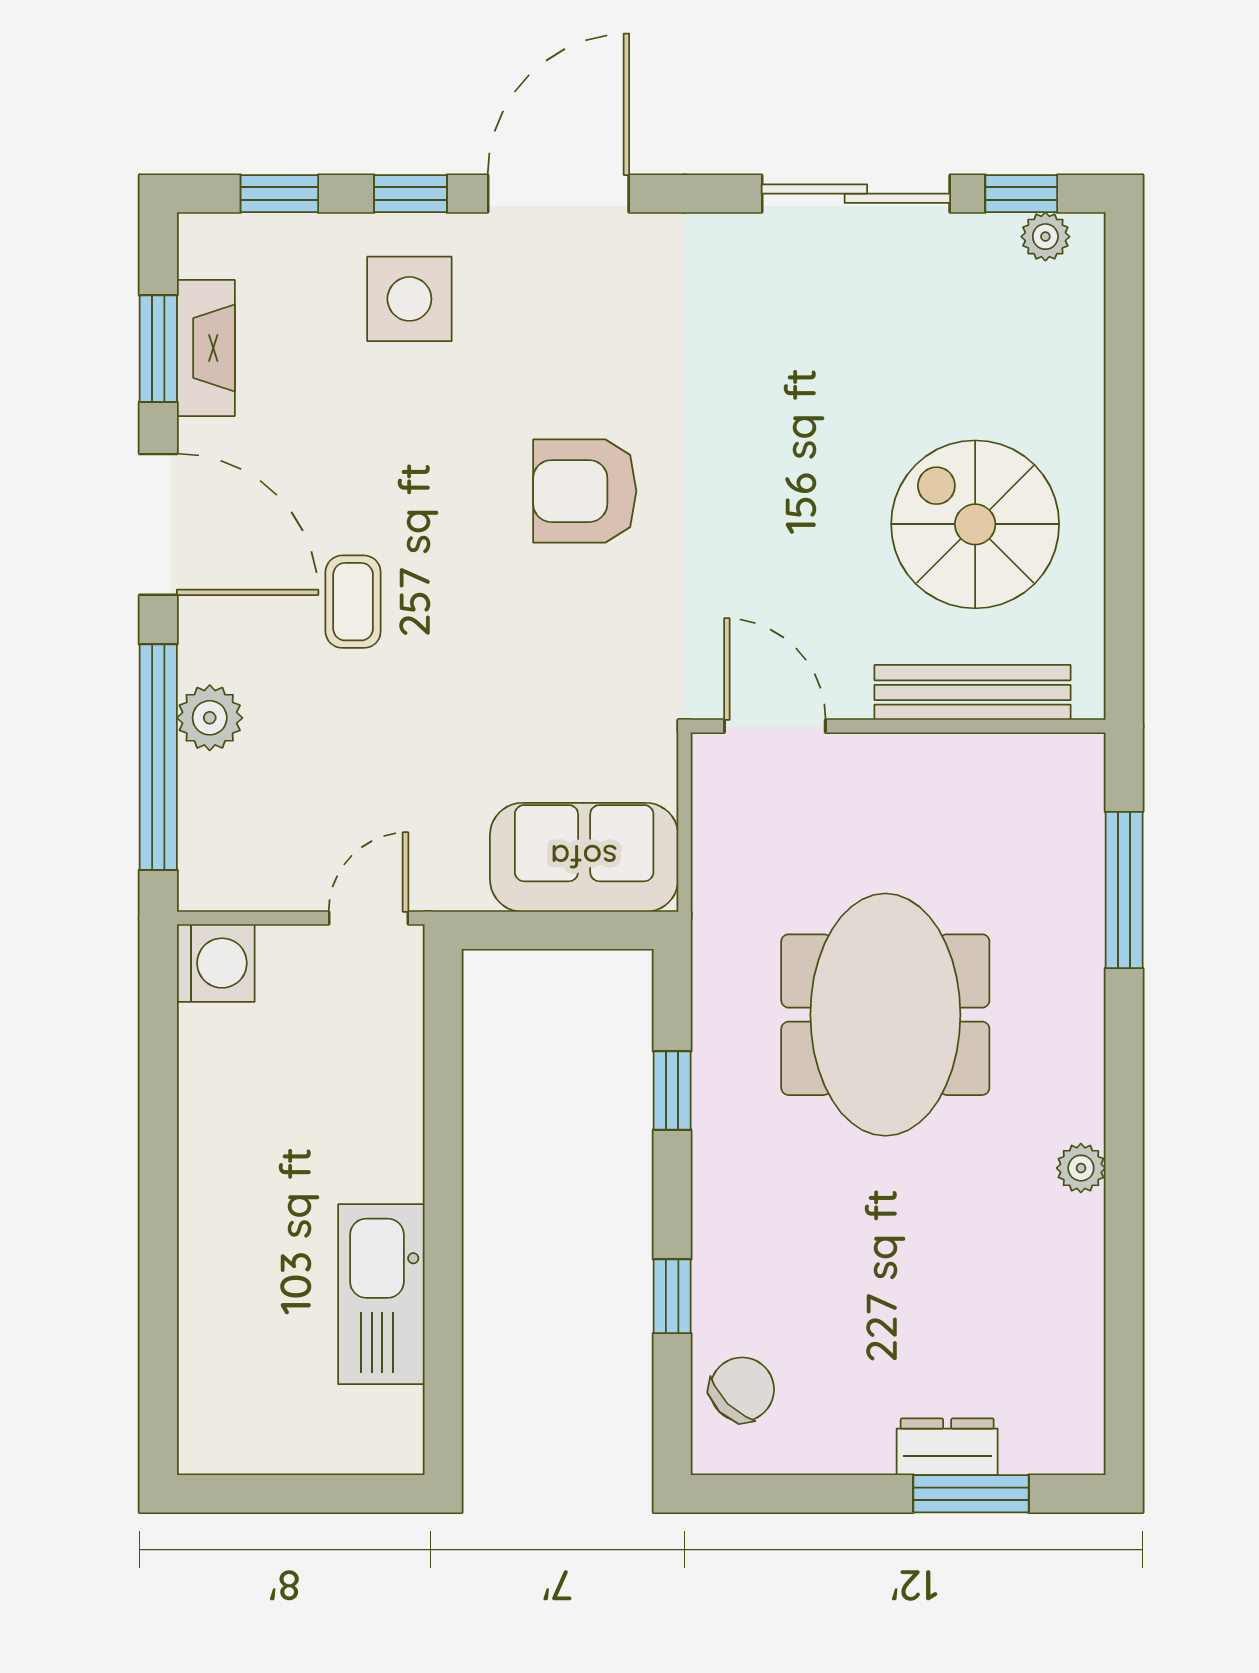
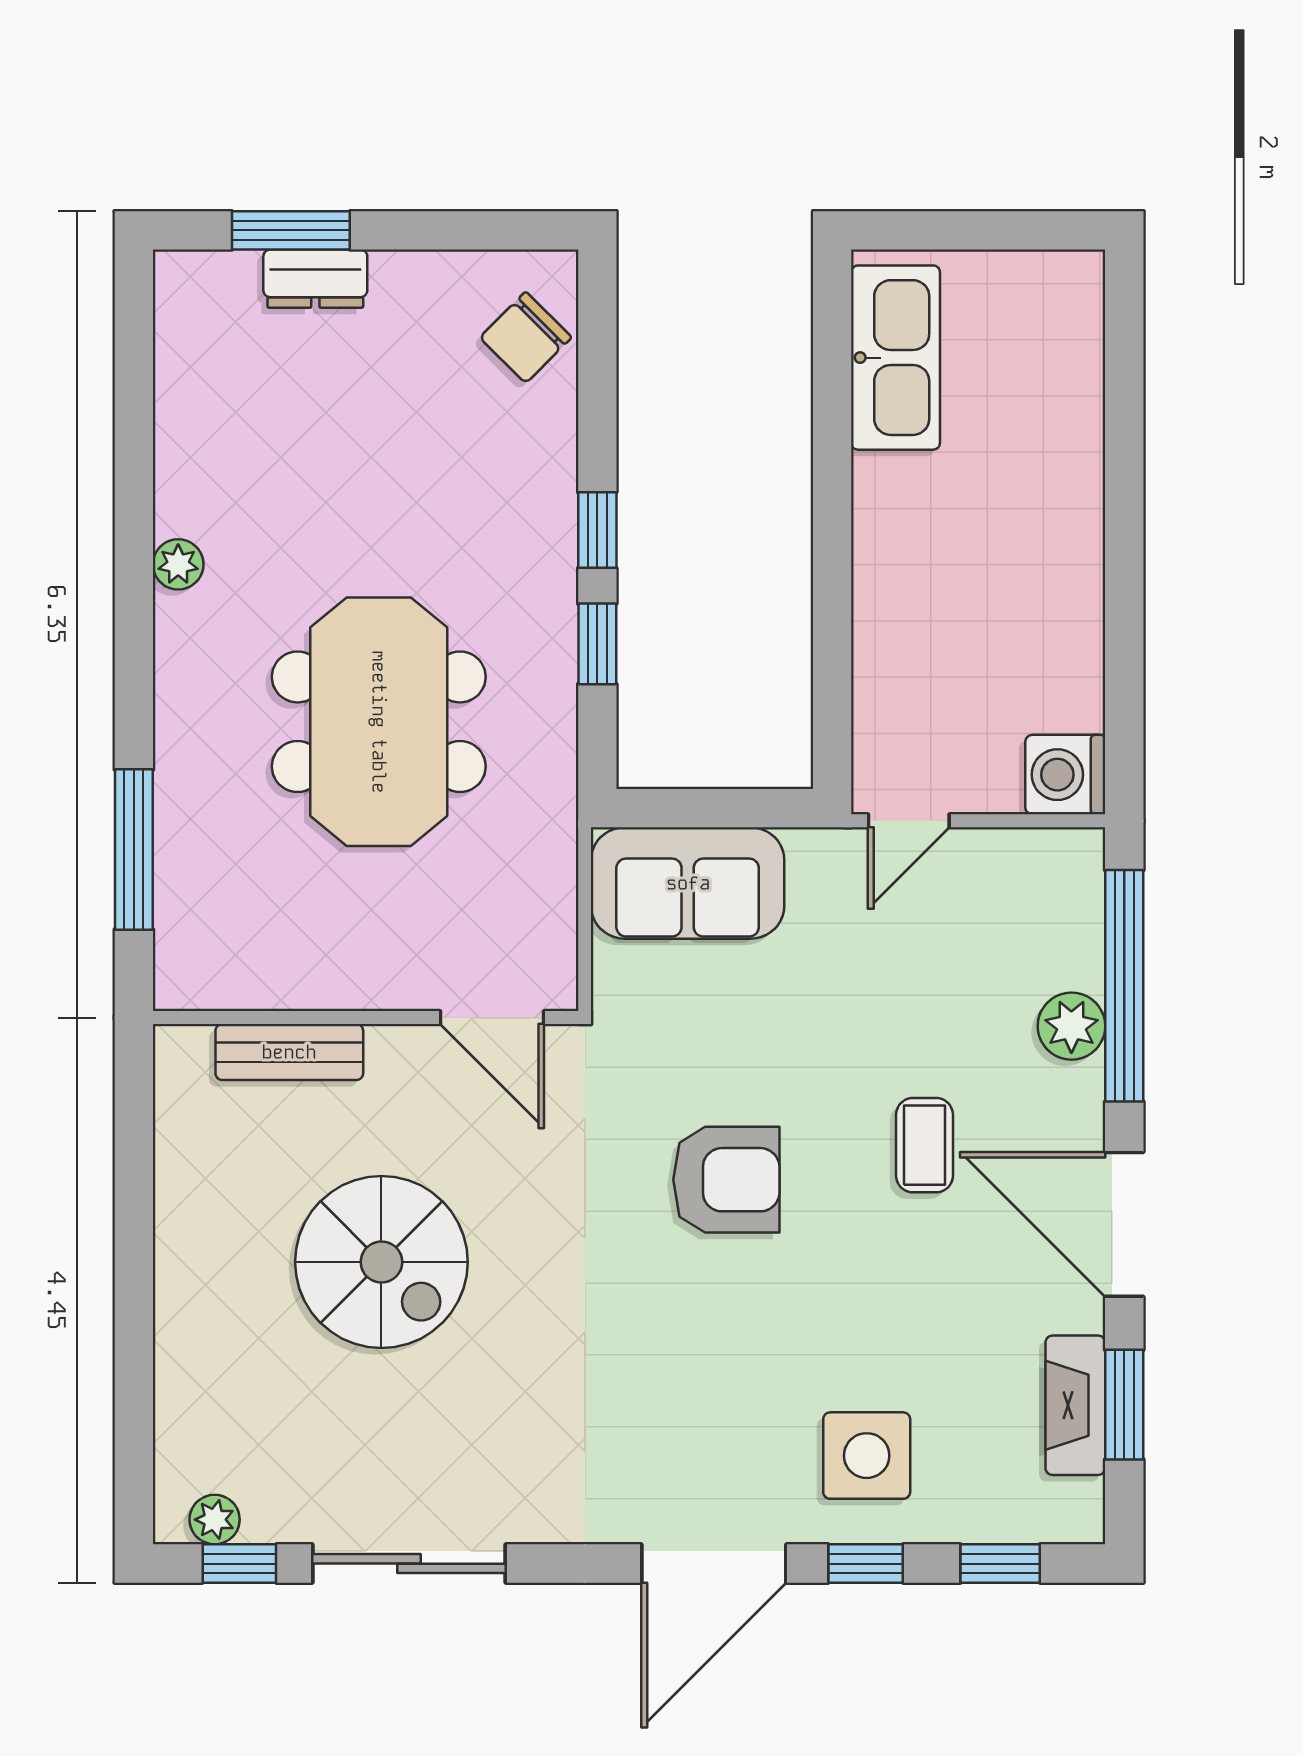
armchair: (585, 491) -> (726, 1180), moved
spiral stairs: (975, 524) -> (381, 1262), moved
bench: (973, 692) -> (289, 1052), width x0.73
kitchen sink: (381, 1294) -> (896, 358), moved
window: (672, 1296) -> (597, 530), moved

